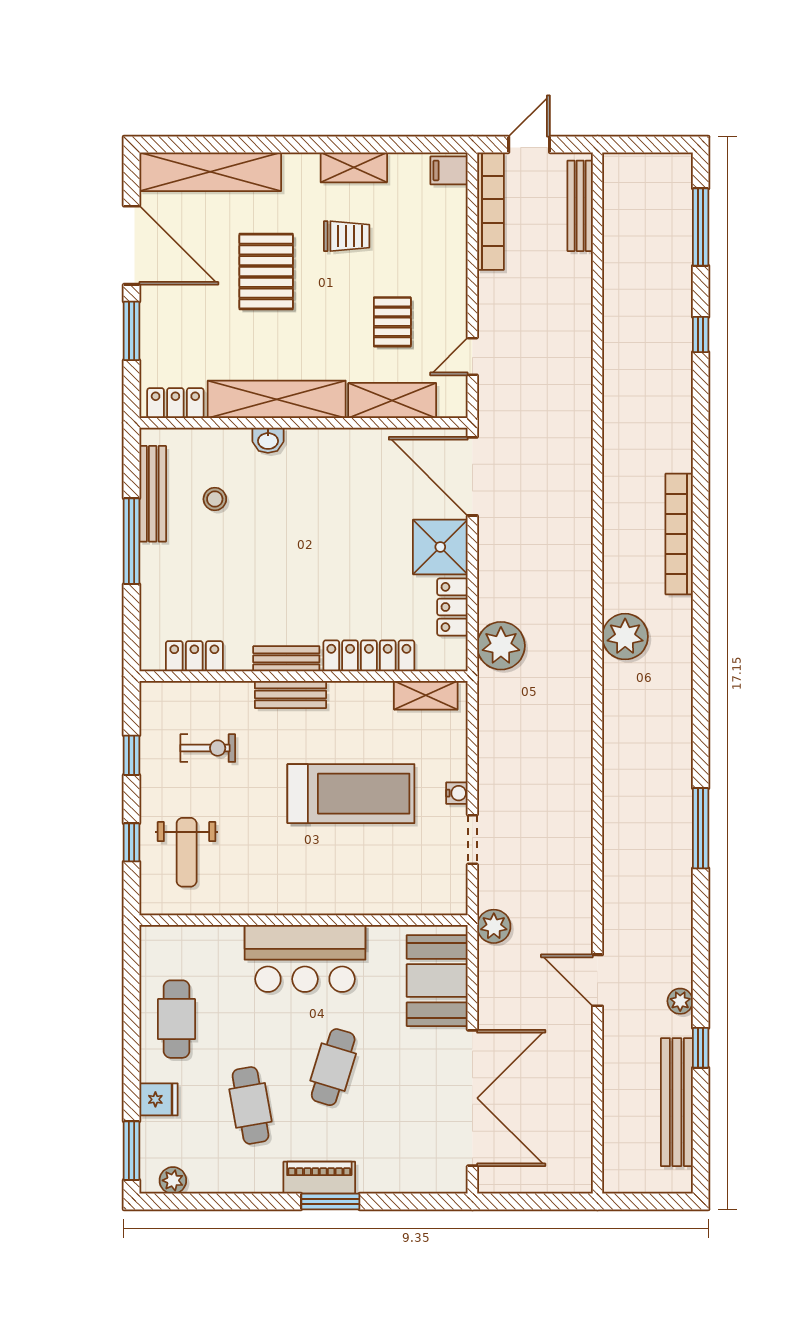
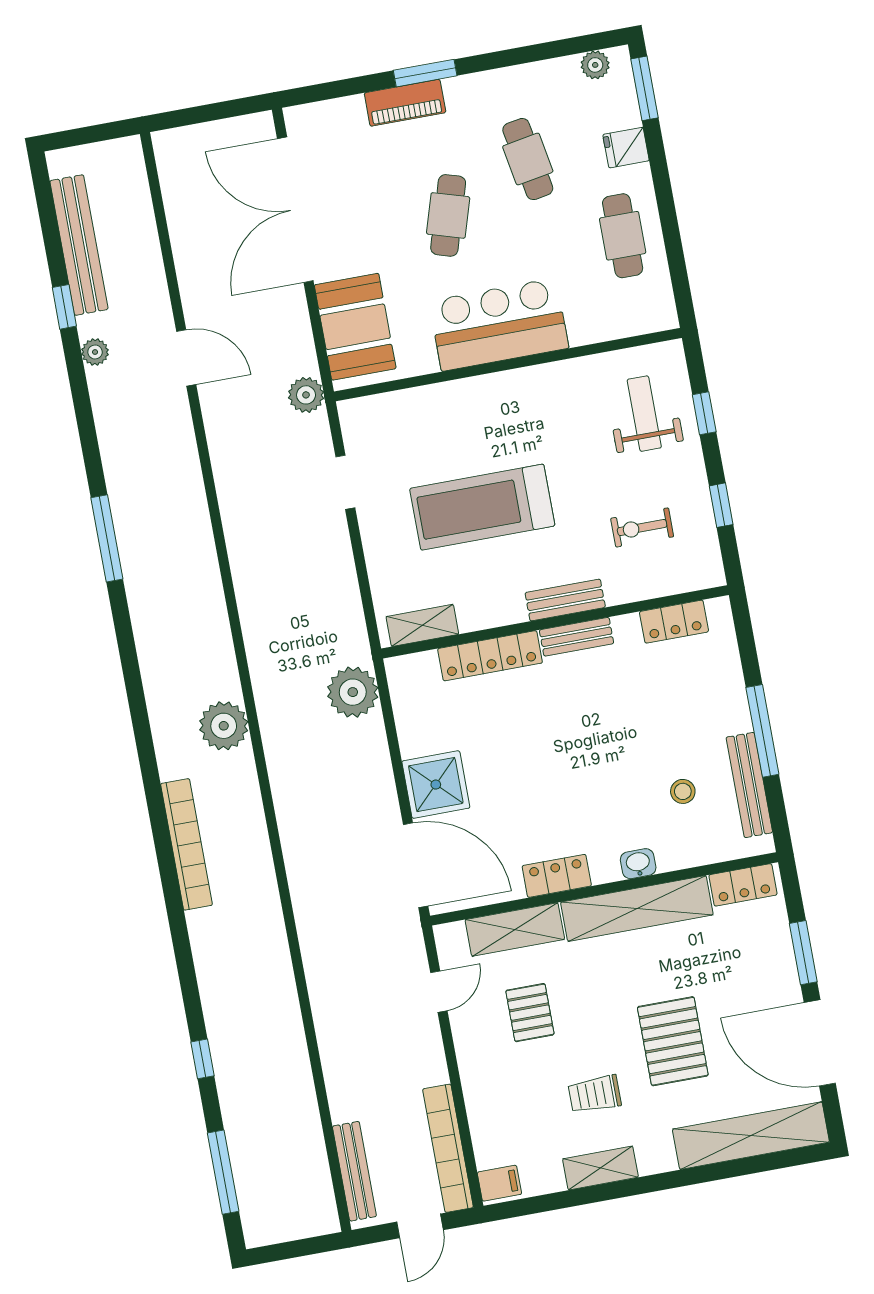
locker: (452, 607) -> (557, 876), moved, turned -90
water cooler: (457, 793) -> (371, 528), removed
piano: (319, 1178) -> (405, 103), moved

